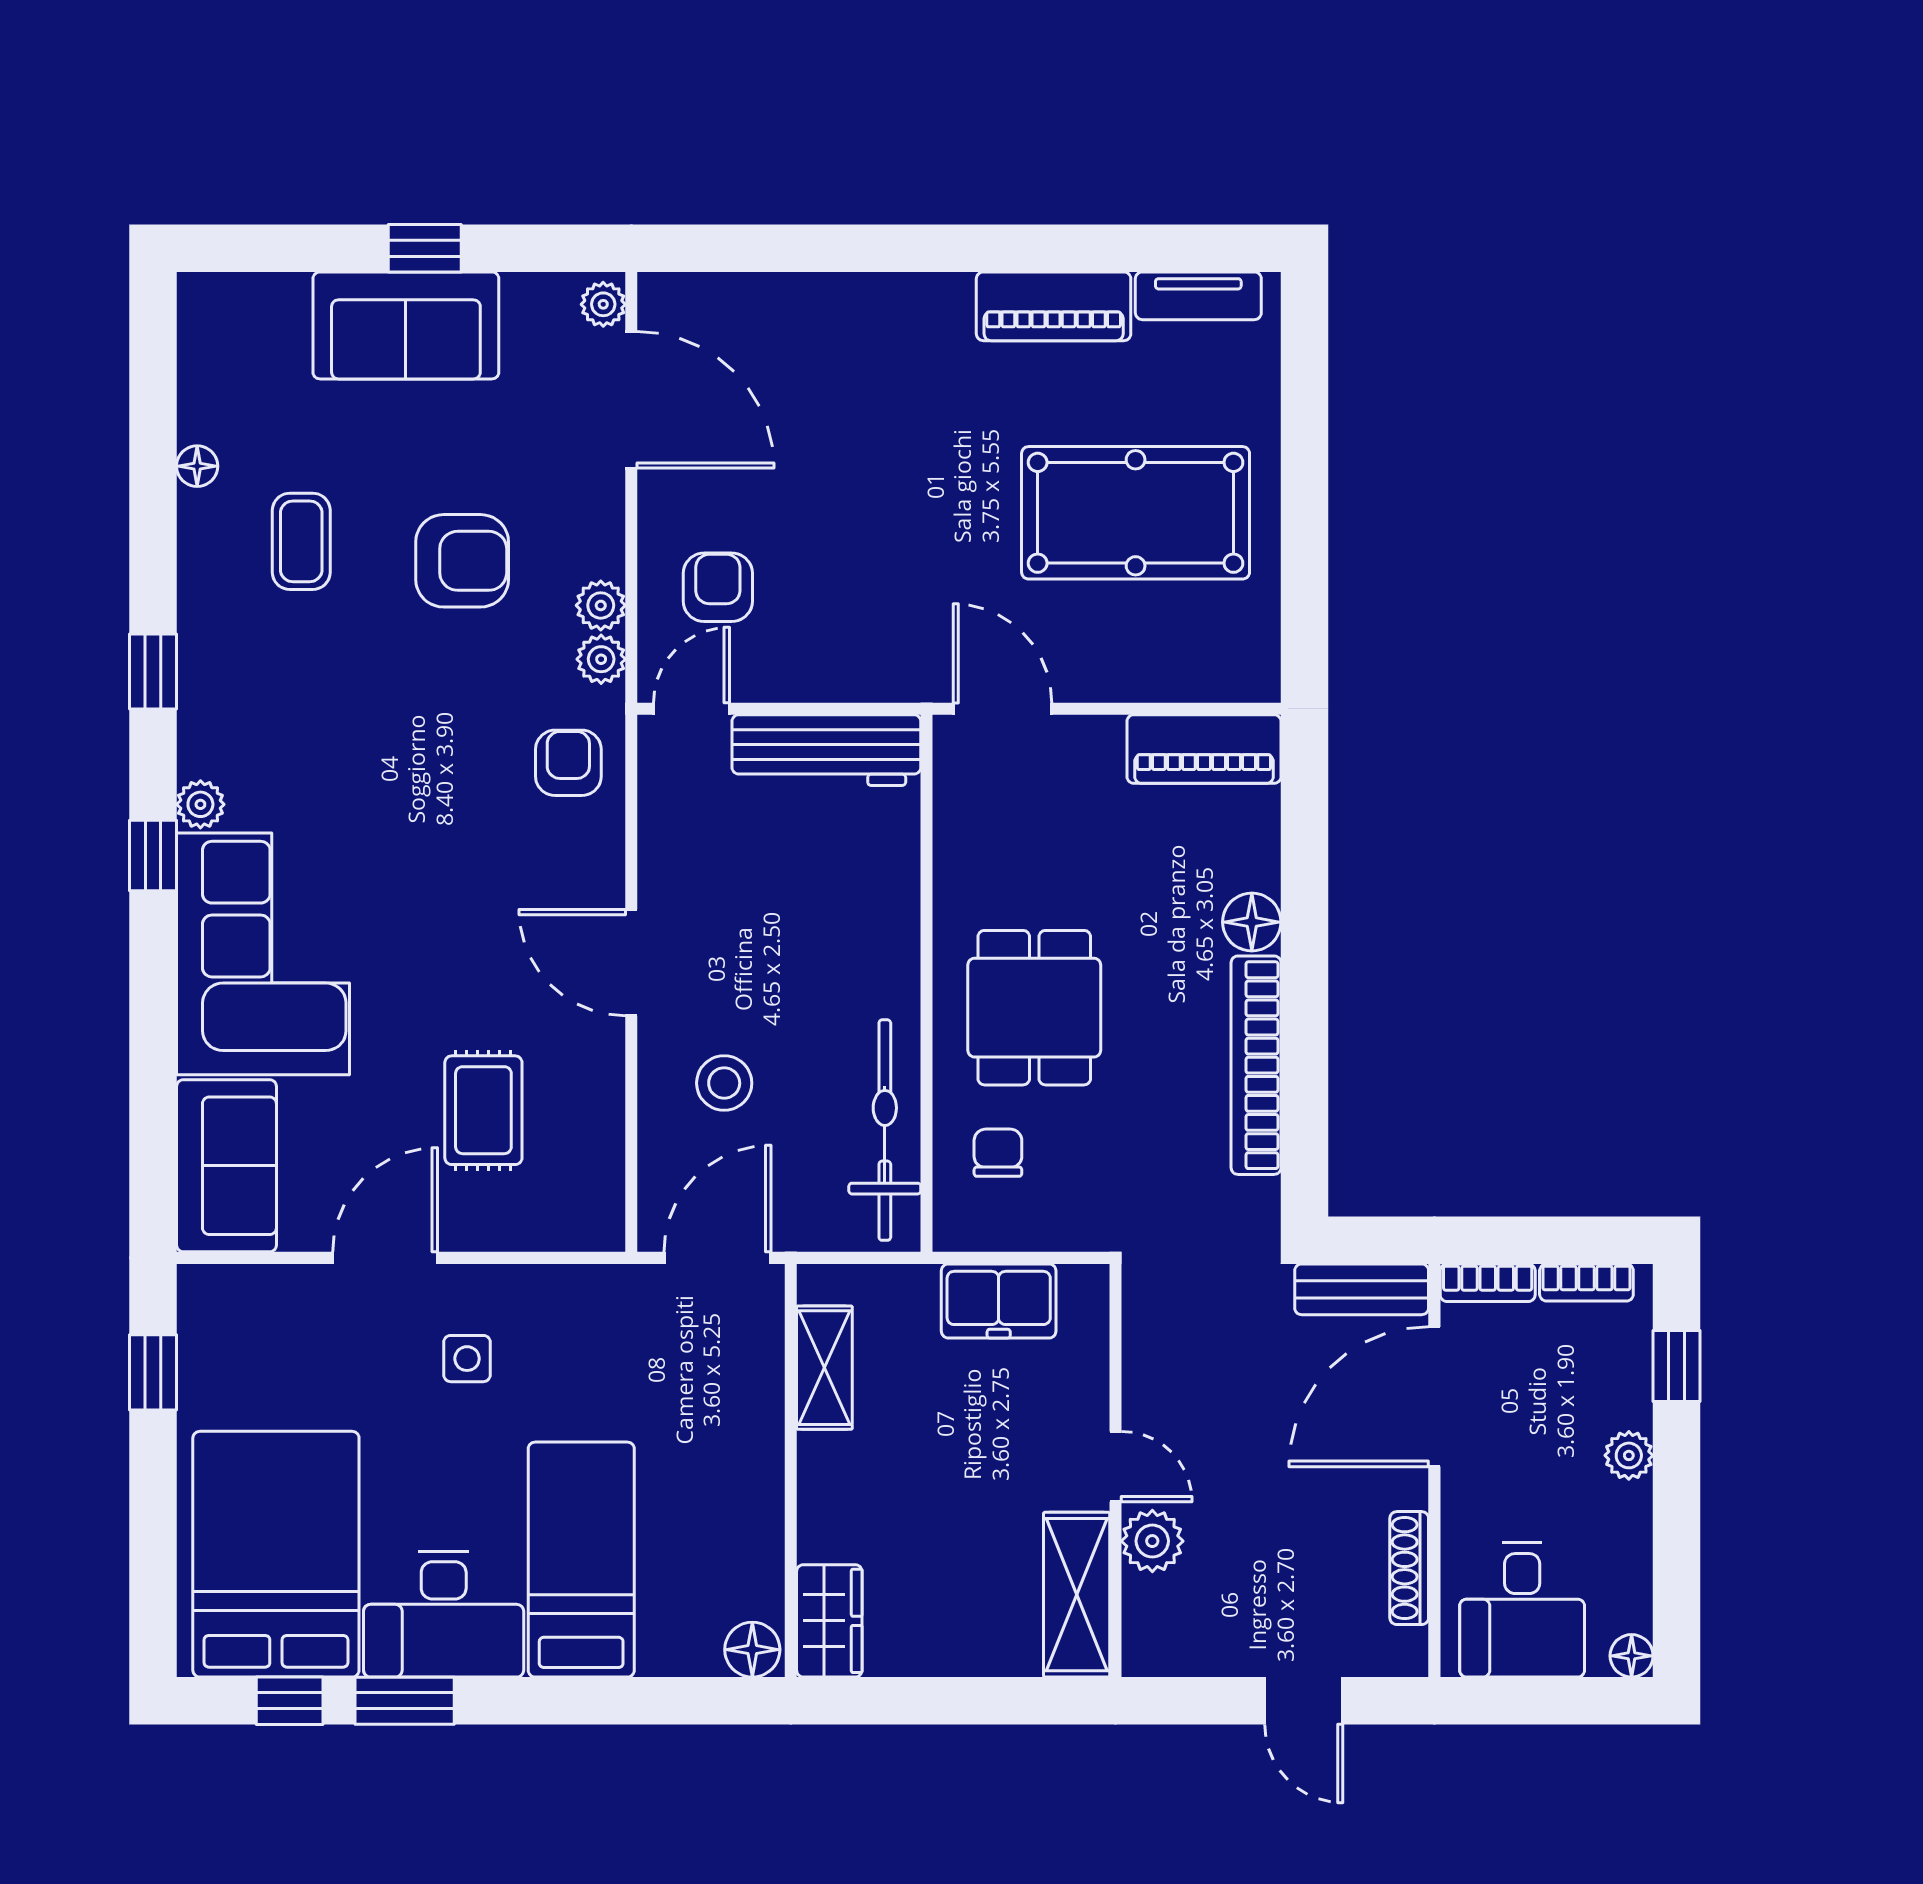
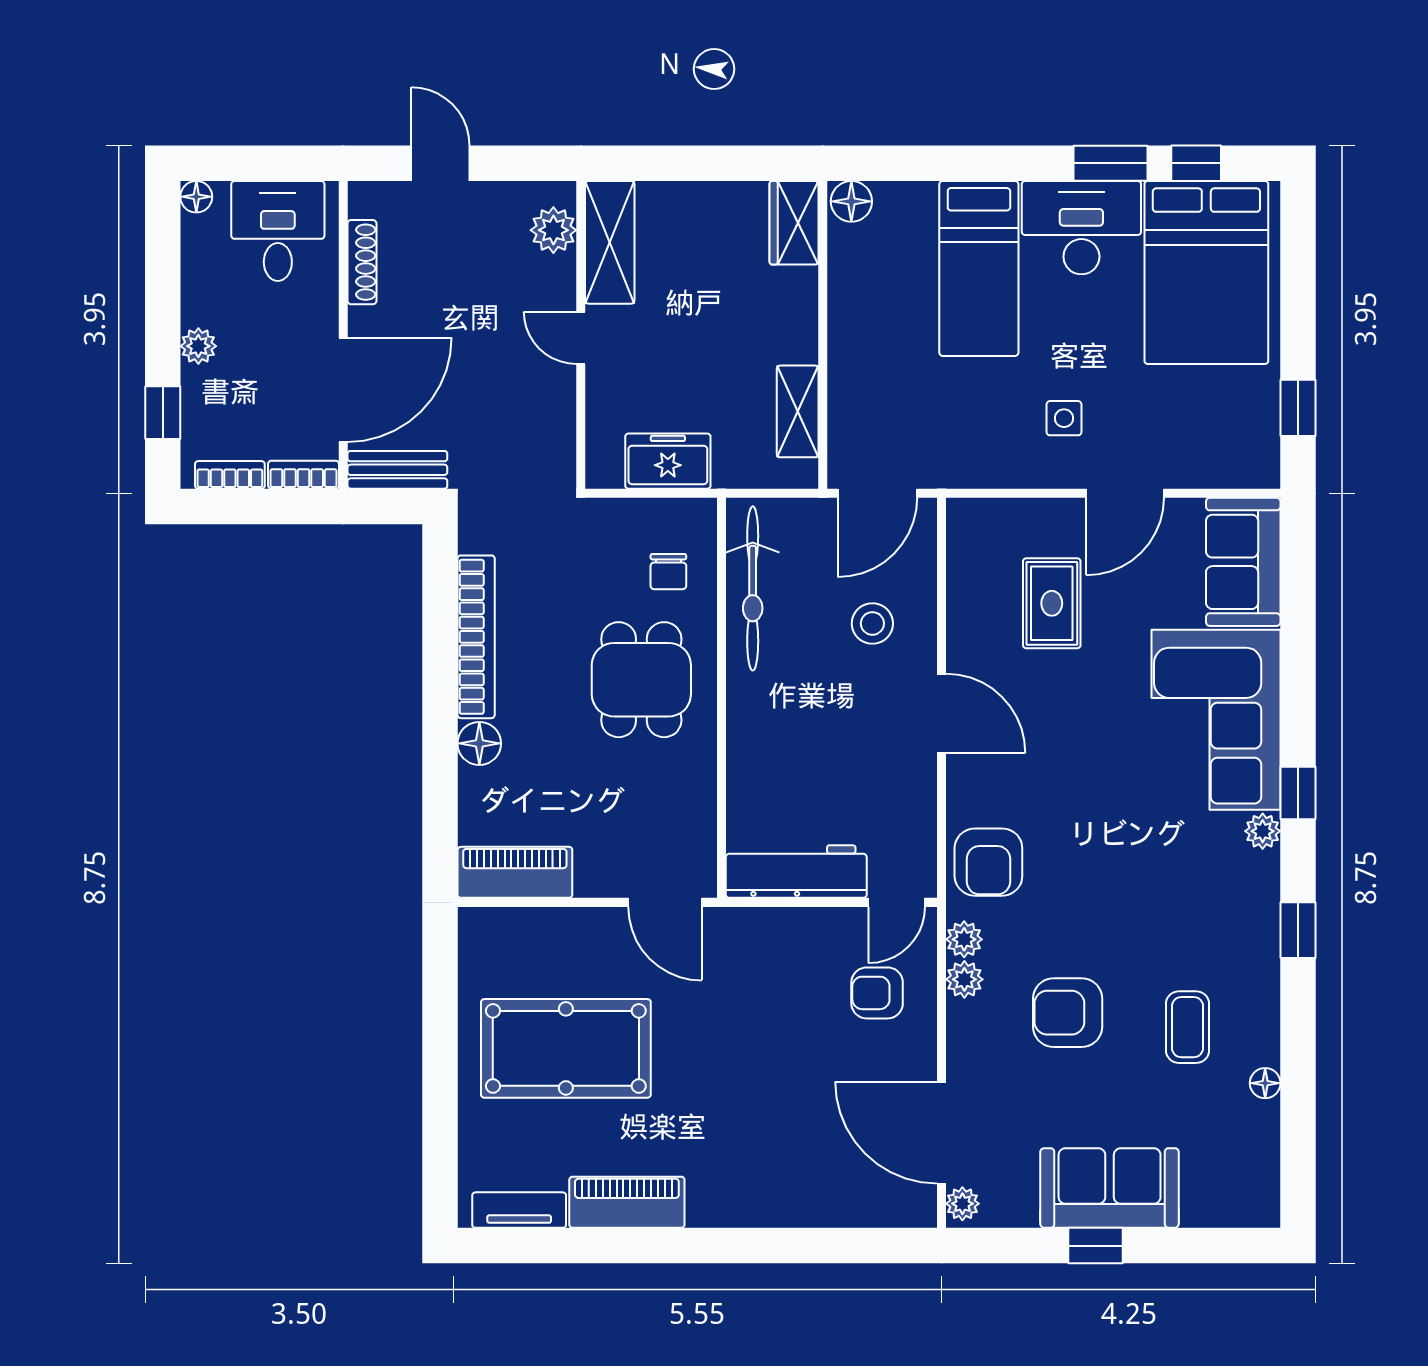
armchair: (718, 587) -> (877, 993), turned 90
armchair: (568, 763) -> (988, 862), width x1.38, depth x1.38
plant: (1152, 1541) -> (553, 230), moved

